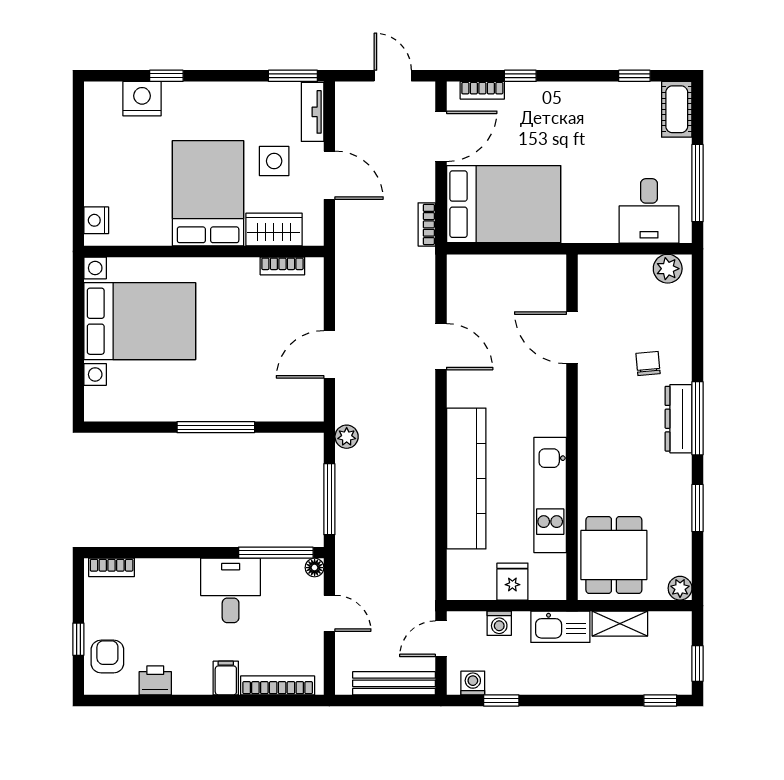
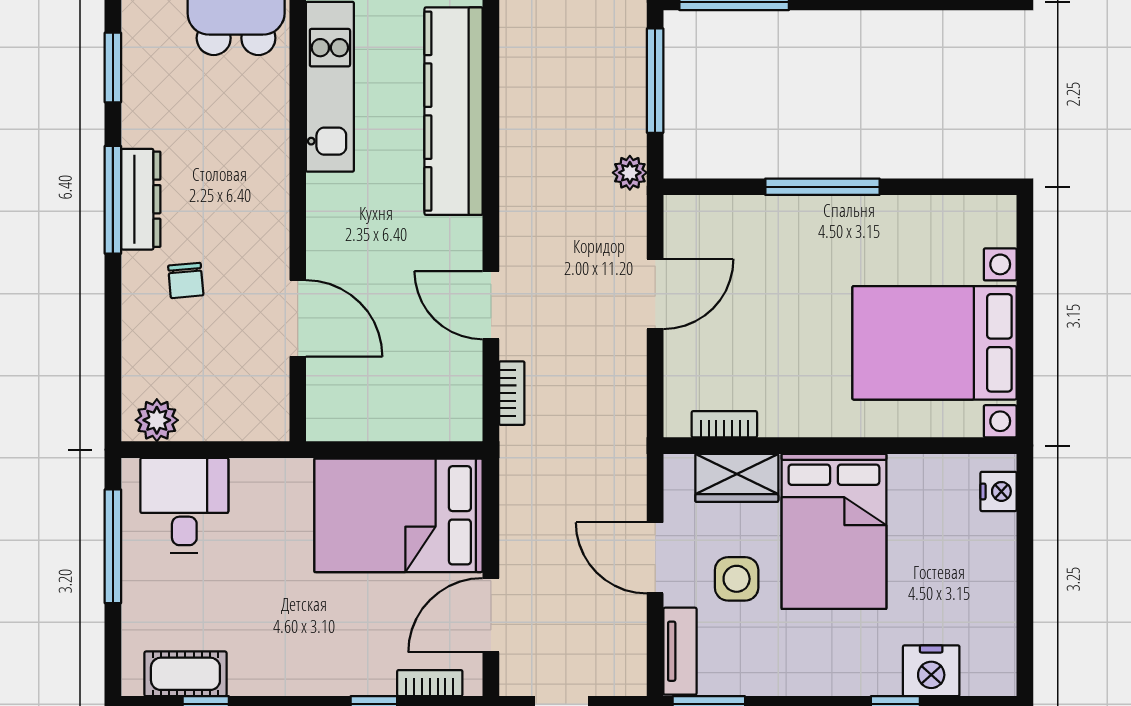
cot: (677, 109) -> (185, 674), moved, turned 90
bookcase: (427, 224) -> (512, 393), moved

